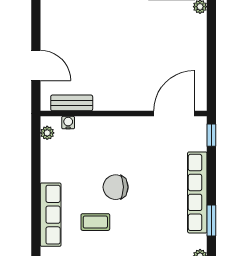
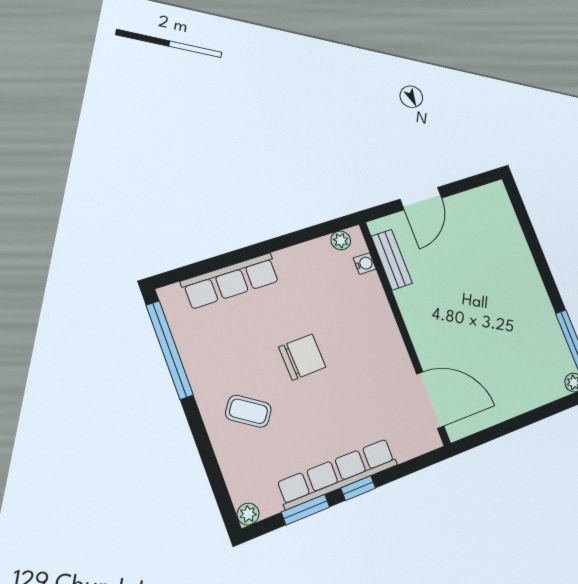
window: (211, 135) -> (358, 488), moved
chair: (116, 187) -> (302, 357), turned 88
coffee table: (95, 222) -> (248, 411), moved, turned -55

